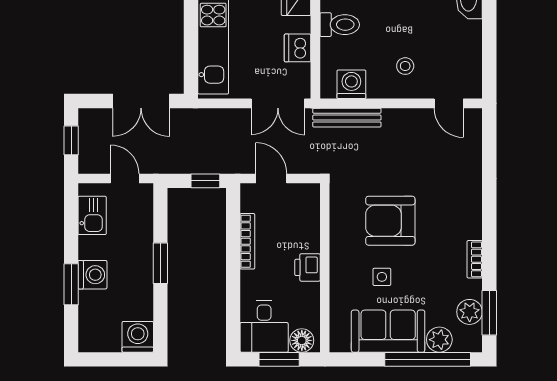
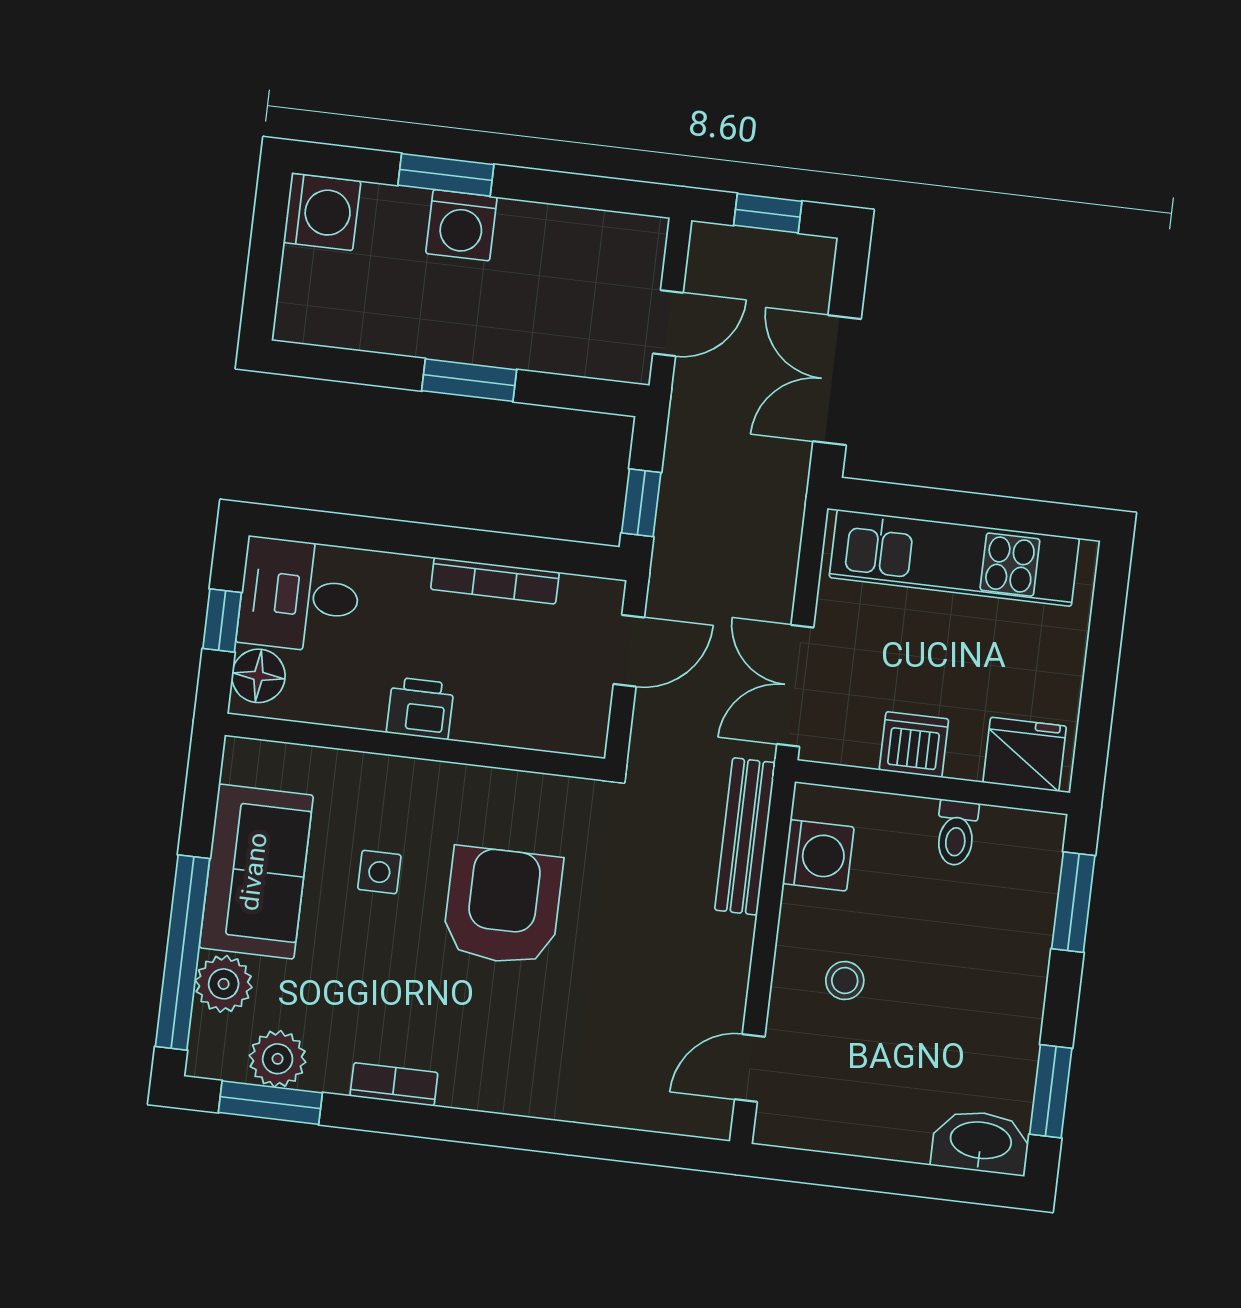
toilet: (340, 25) -> (956, 833), width x0.73, depth x0.72
kitchen sink: (92, 215) -> (594, 240), removed
washing machine: (138, 337) -> (322, 212), moved
window: (279, 359) -> (222, 620), width x0.67

